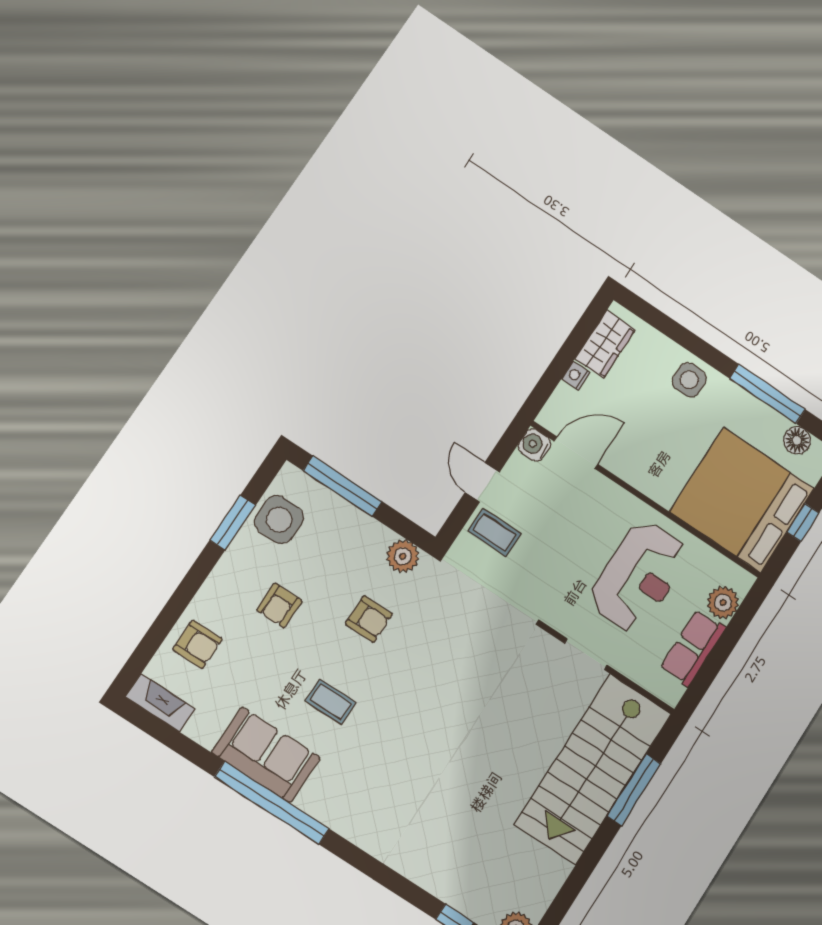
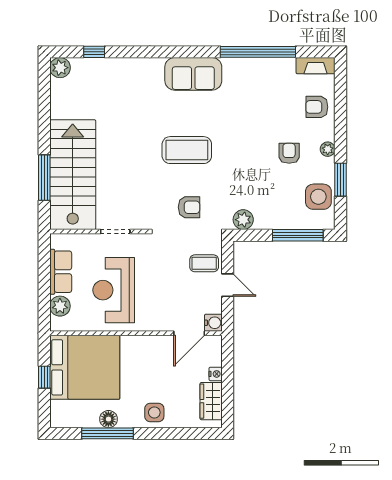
floor lamp: (797, 440) -> (108, 419), moved
plant: (222, 576) -> (328, 149), added
armchair: (369, 619) -> (189, 207), moved, turned 180
coffee table: (331, 702) -> (187, 150), moved, width x1.86, depth x1.72
sofa: (266, 755) -> (193, 74), moved
window: (272, 803) -> (258, 52), moved

